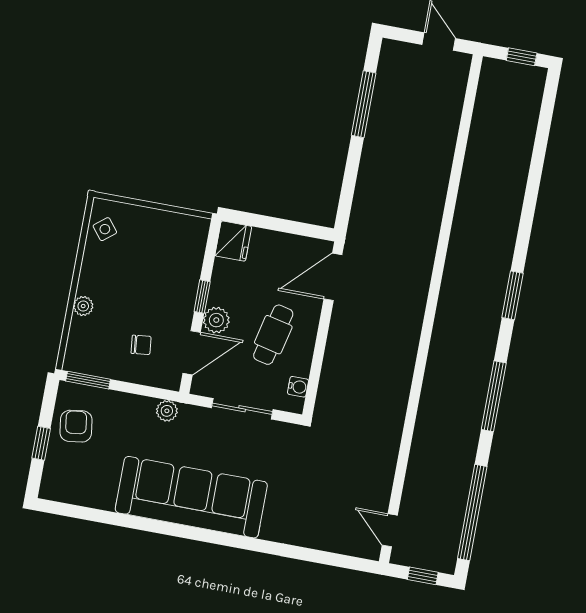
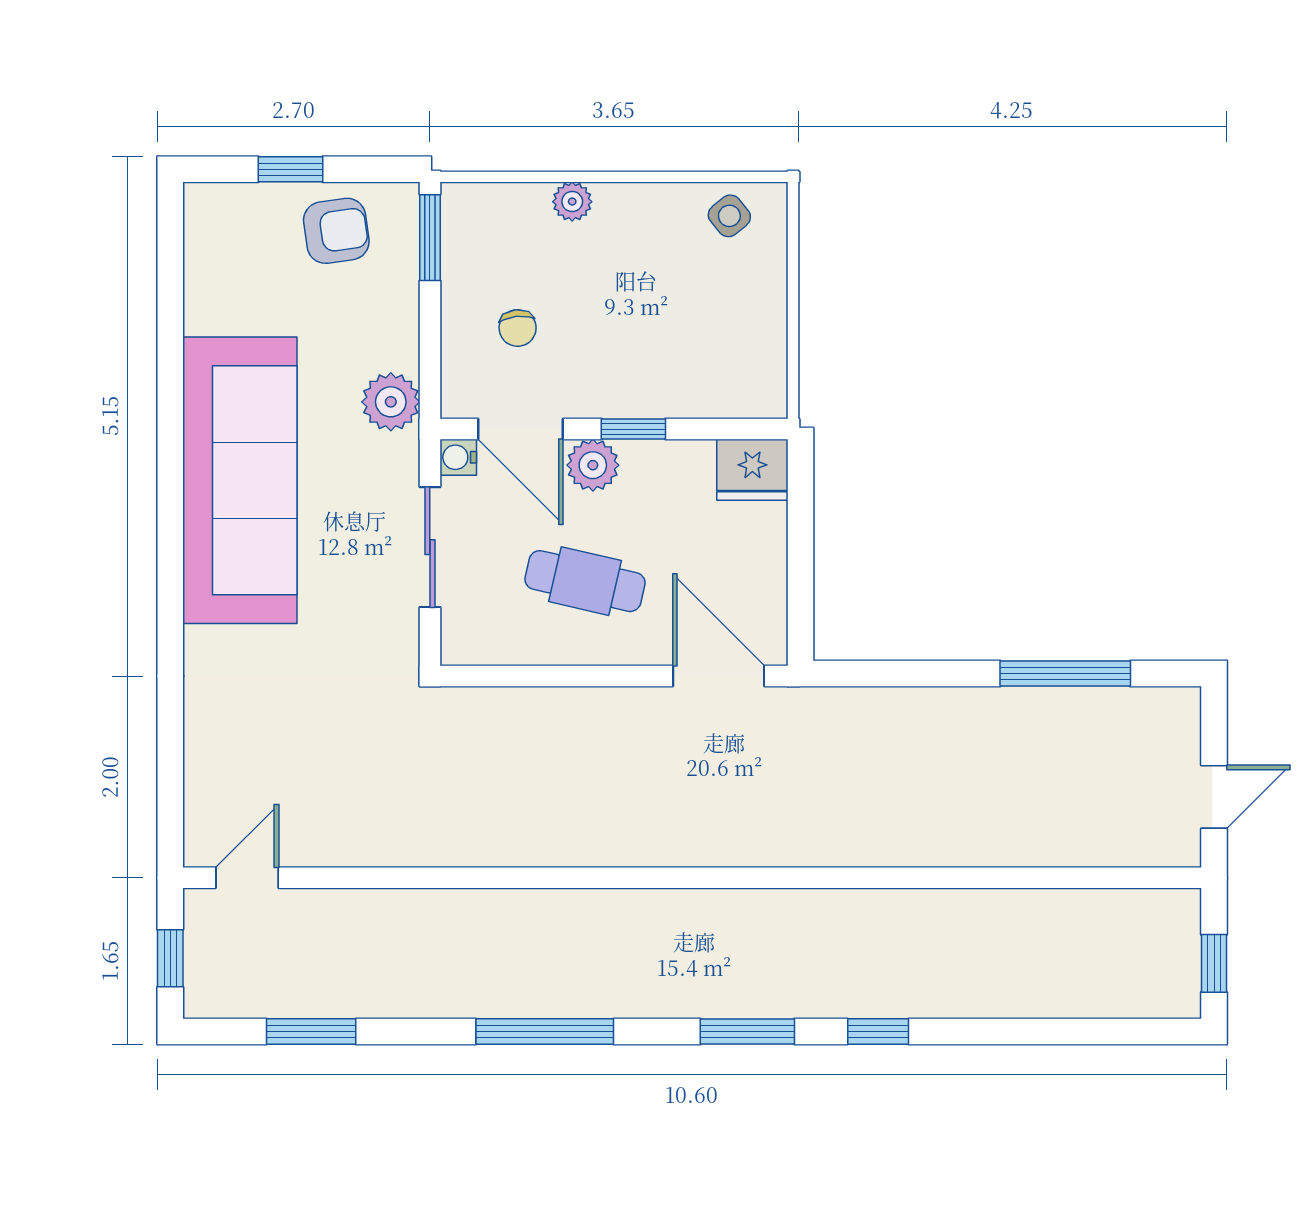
window: (525, 230) -> (878, 1032), added
water cooler: (298, 387) -> (458, 457), moved, turned 90
plant: (167, 411) -> (391, 402), width x1.38, depth x1.38
window: (472, 513) -> (311, 1032), width x0.47

